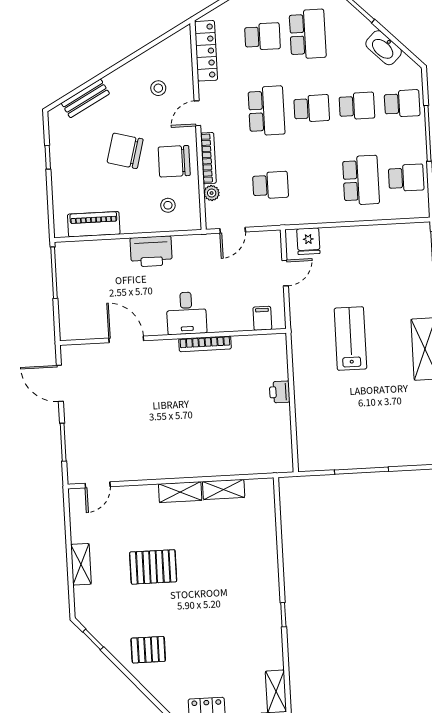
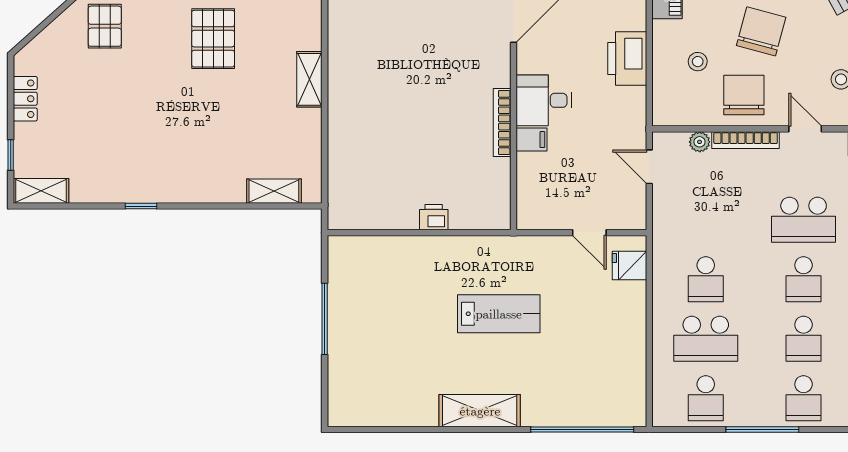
school desk: (270, 185) -> (706, 279), moved
stool: (168, 205) -> (698, 62), moved
filing cabinet: (262, 318) -> (532, 140), moved
shelving: (224, 489) -> (274, 191), moved, turned 90

